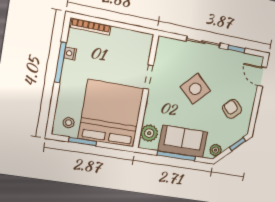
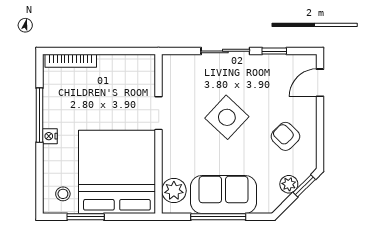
nightstand: (70, 53) -> (50, 136), moved
door: (262, 77) -> (320, 83), hinge flipped
plant: (215, 150) -> (289, 184), moved

